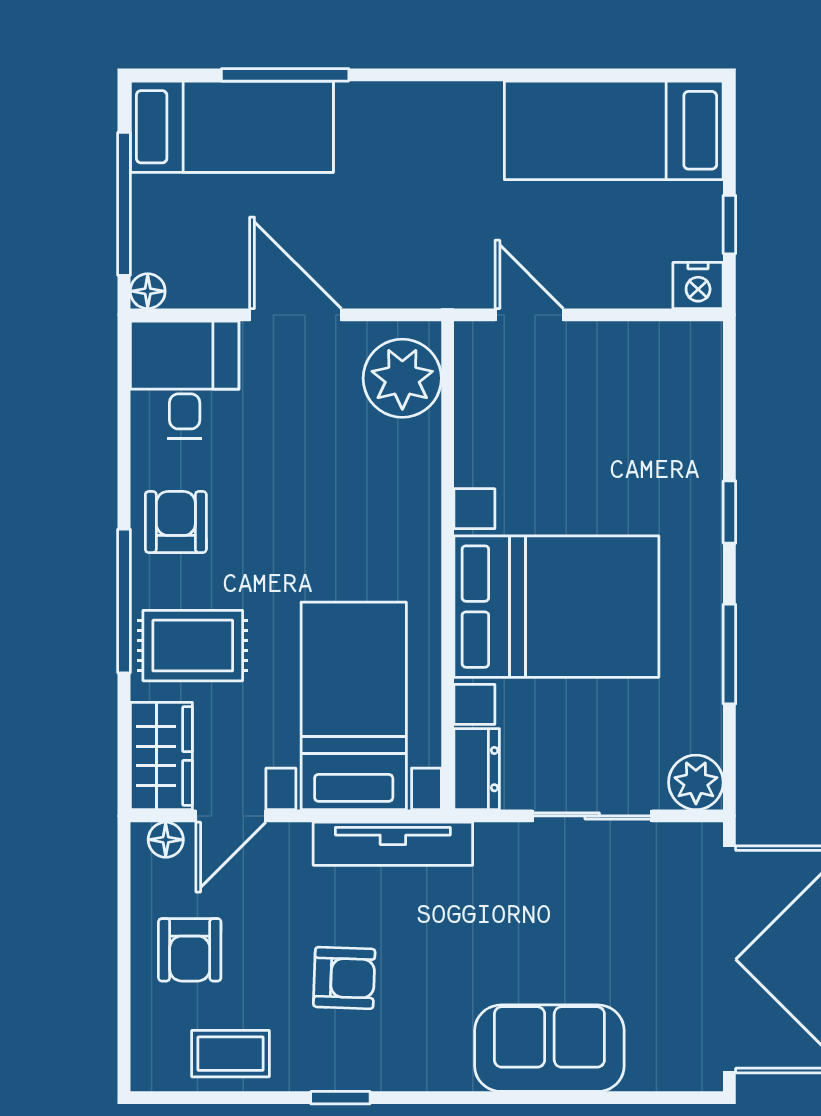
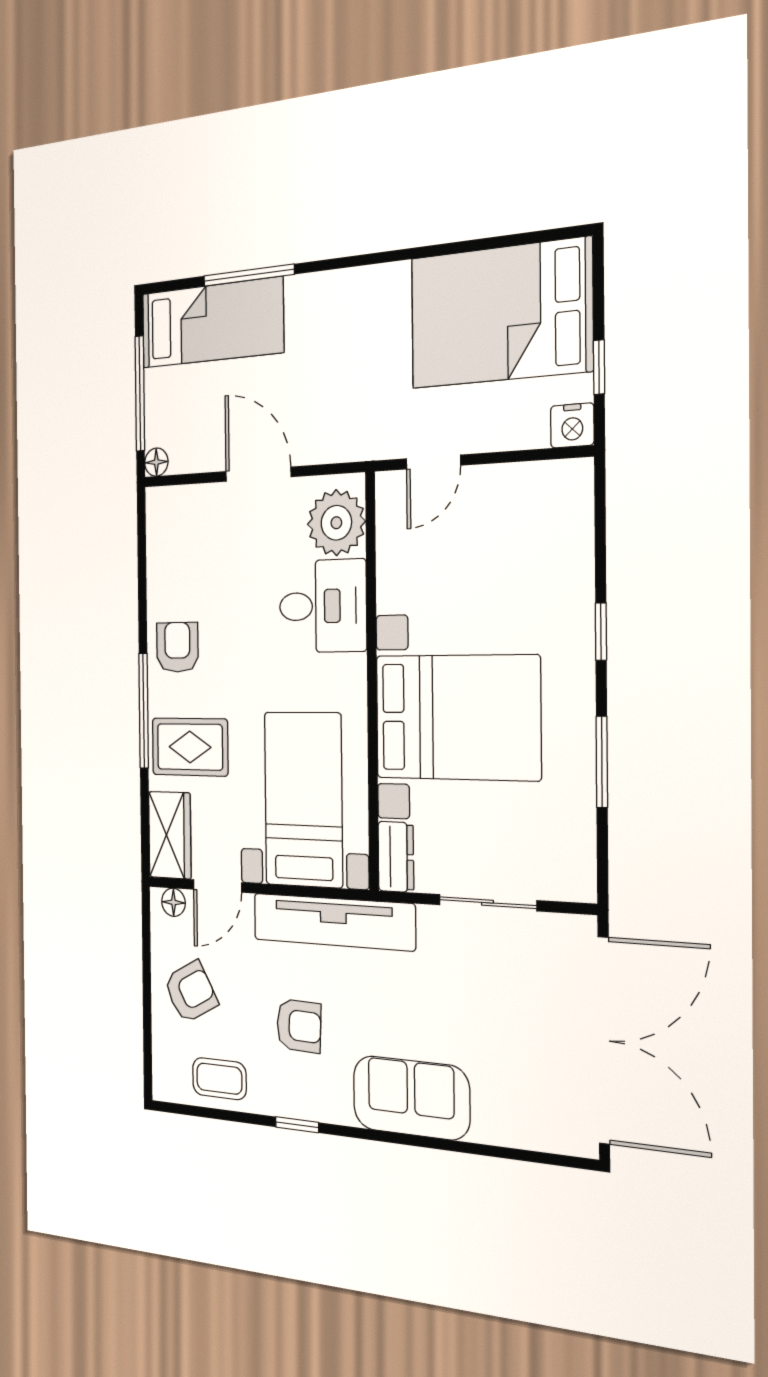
bed: (614, 130) -> (500, 314), width x1.50
door: (529, 315) -> (433, 462), swing flipped
desk: (185, 380) -> (323, 606), moved, turned 90
plant: (696, 782) -> (574, 878), removed
tv unit: (393, 844) -> (333, 922), width x1.36, depth x1.29
armchair: (190, 950) -> (191, 992), turned -119
sofa: (549, 1048) -> (411, 1098), moved

